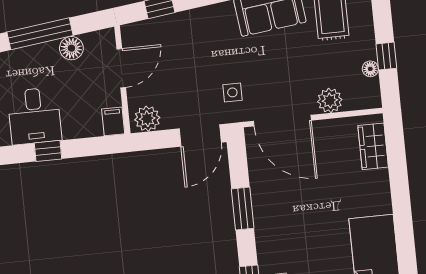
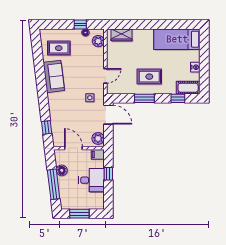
plant: (330, 101) -> (98, 41), moved
desk: (34, 116) -> (91, 180), moved
door: (282, 121) -> (105, 76), width x0.53
window: (48, 151) -> (108, 174), moved
rug: (290, 214) -> (149, 77), added

